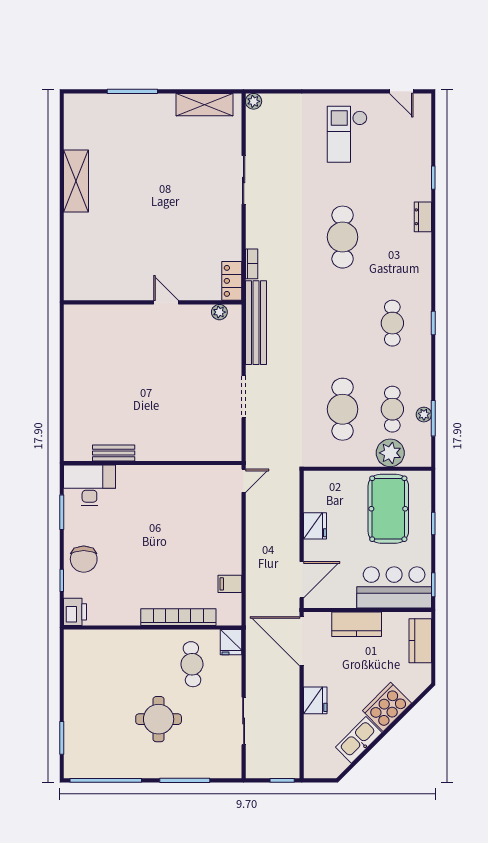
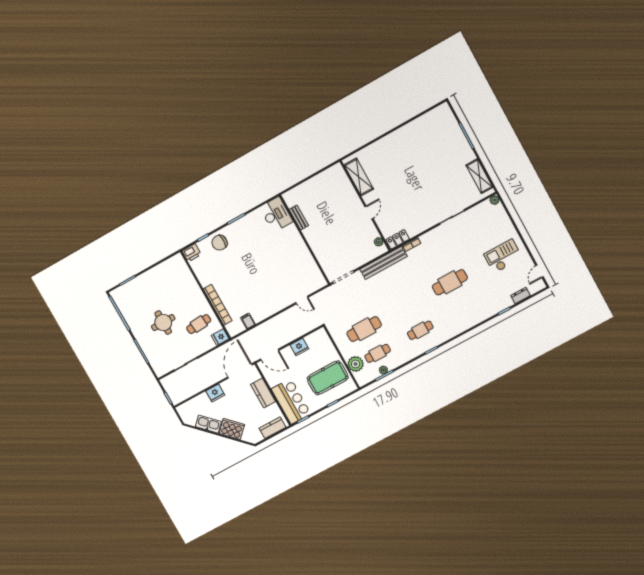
shelving: (76, 181) -> (359, 177), moved, turned 90
dresser: (423, 217) -> (521, 296), moved
bench: (114, 453) -> (299, 217), moved
wall: (153, 463) -> (305, 240), moved
desk: (89, 485) -> (276, 214), moved

